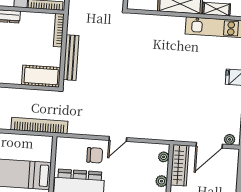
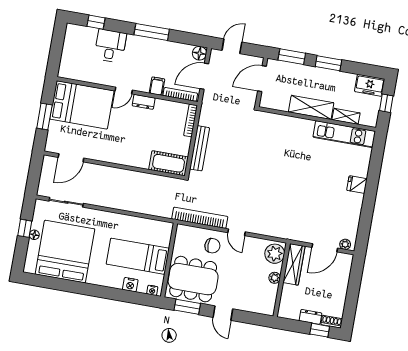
bookcase: (39, 125) -> (200, 218), moved
door: (118, 139) -> (237, 232), hinge flipped
plant: (164, 157) -> (275, 254), width x1.87, depth x1.87

